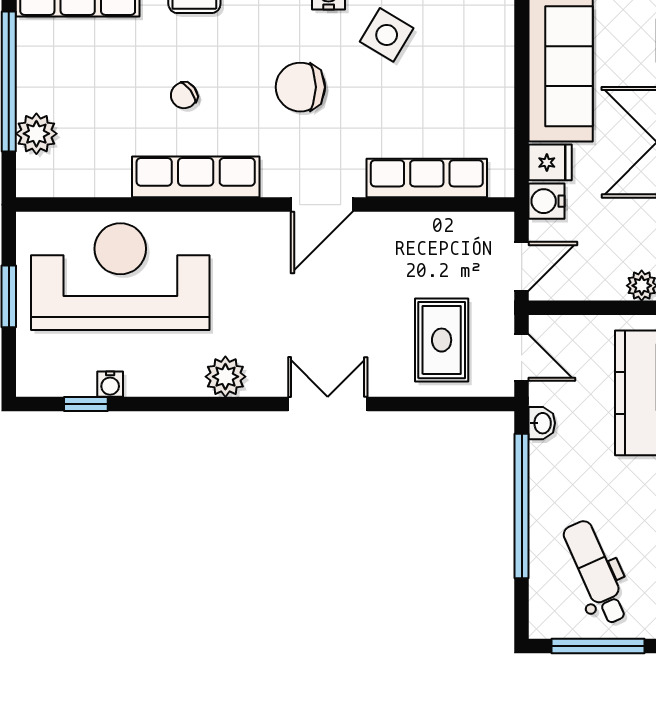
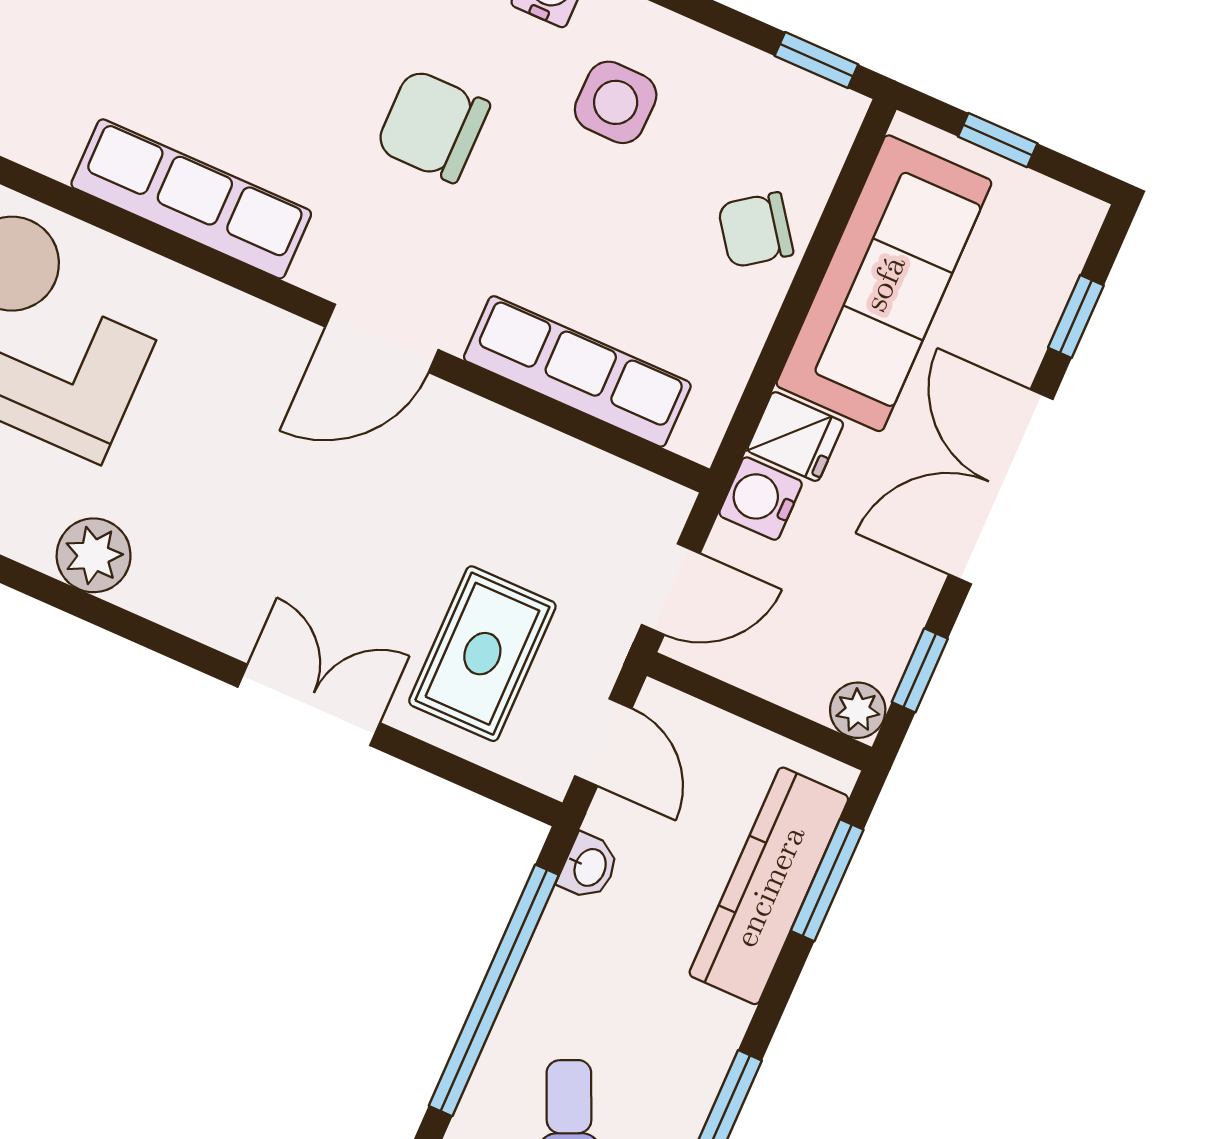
side table: (387, 35) -> (616, 102), turned -30
chair: (184, 95) -> (756, 230), moved, width x1.37, depth x1.37
double door: (328, 404) -> (309, 705), moved

